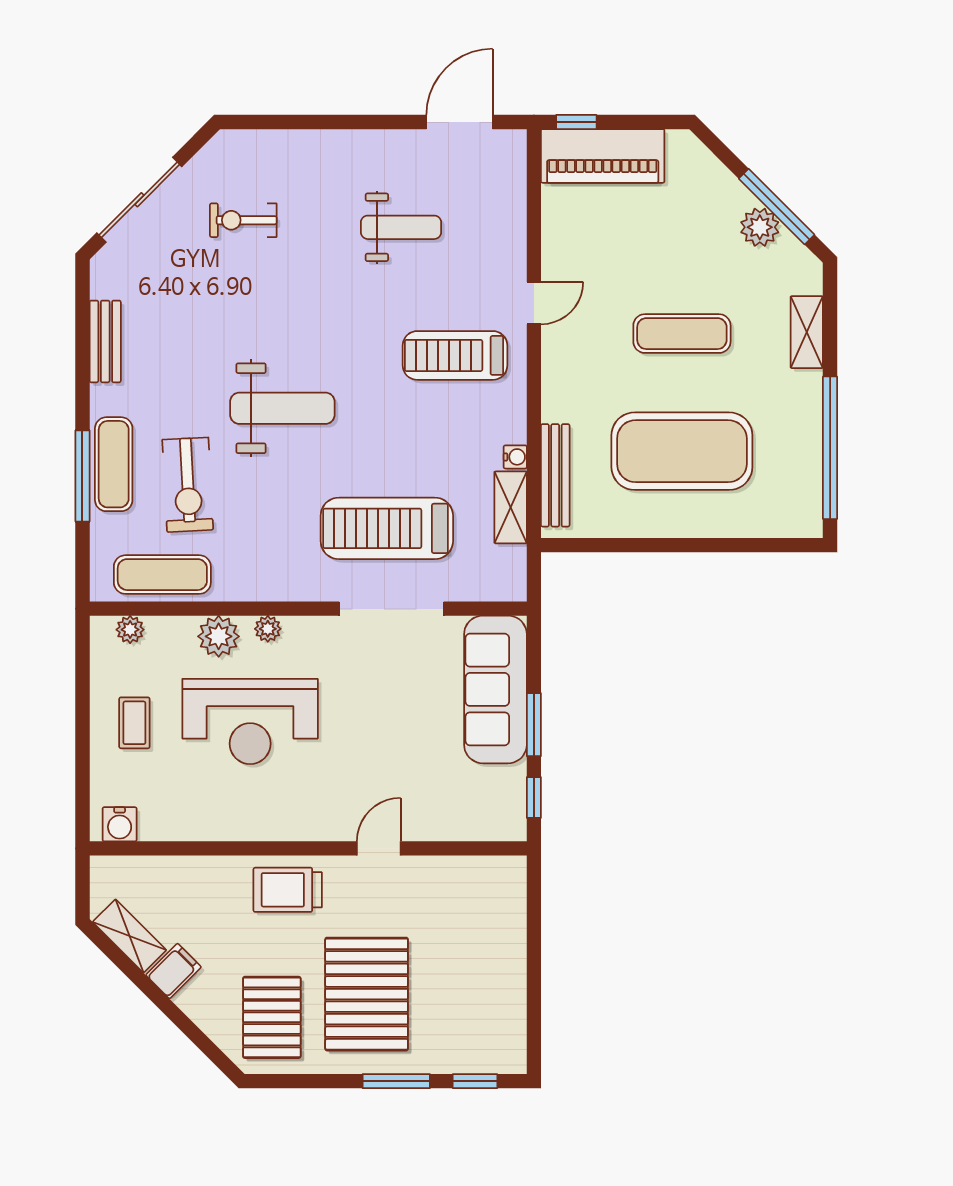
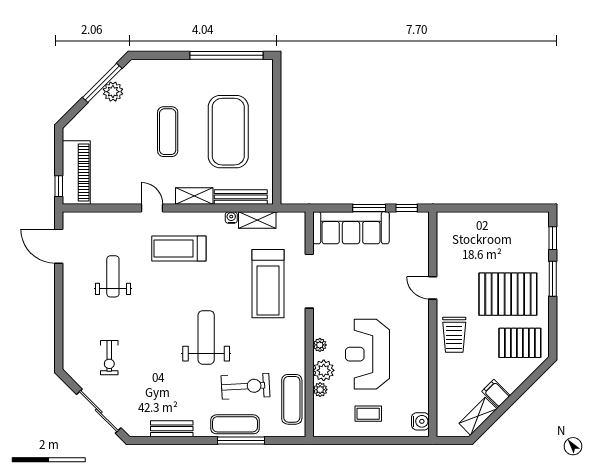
shelving: (807, 332) -> (194, 196), moved
treadmill: (455, 355) -> (179, 249), turned 90
plant: (130, 630) -> (320, 390), moved
reception desk: (250, 721) -> (367, 354), turned 180

